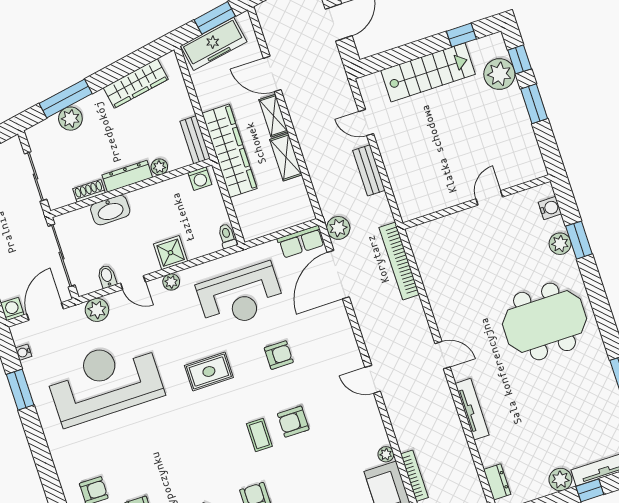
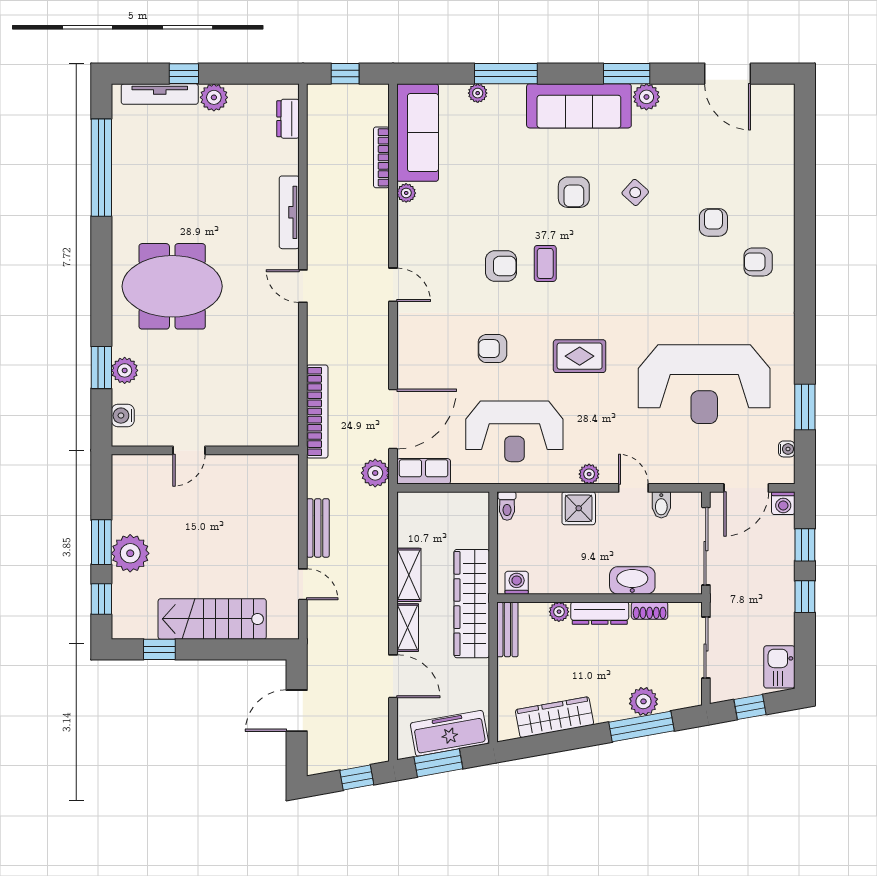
plant: (499, 74) -> (130, 553), moved
reception desk: (240, 296) -> (514, 431), turned 180
plant: (97, 310) -> (686, 470), removed

